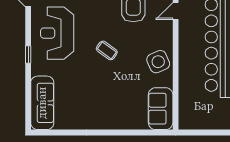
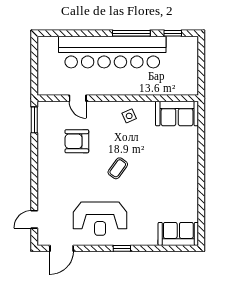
side table: (158, 62) -> (129, 116), width x0.54, depth x0.54
sofa: (42, 103) -> (178, 234), width x0.73

